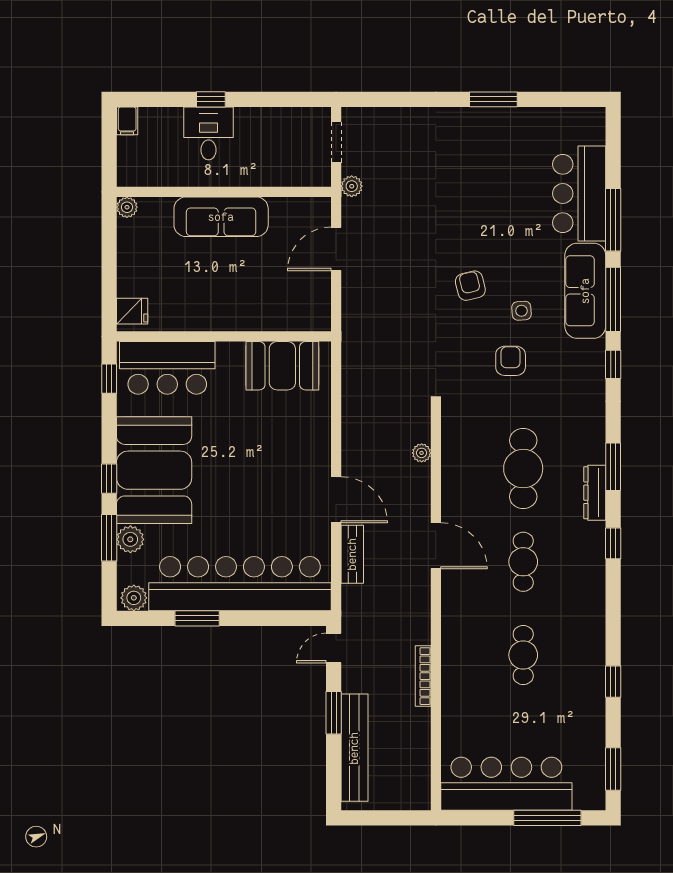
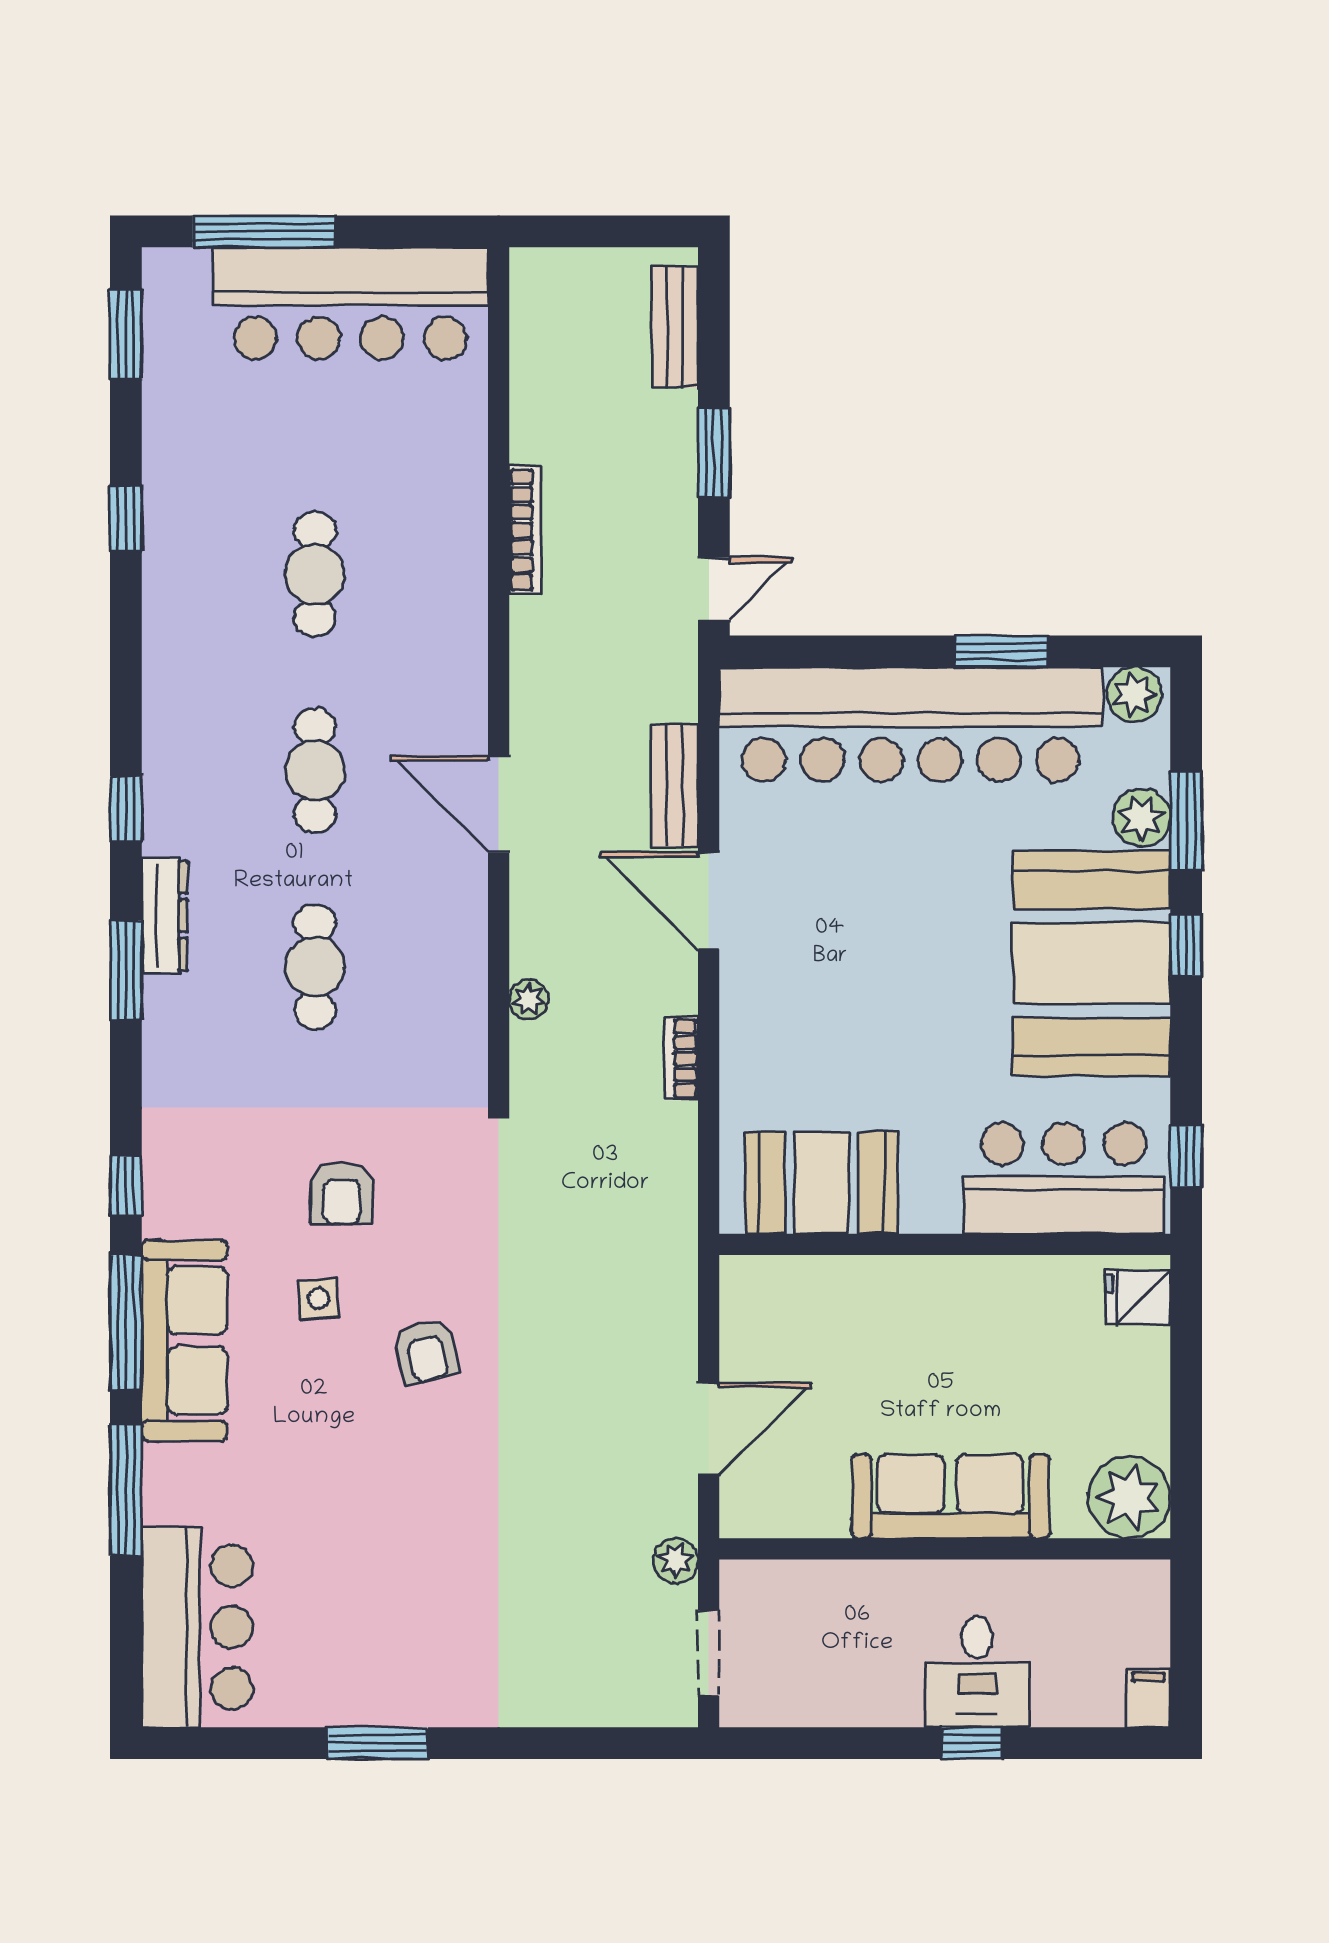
bar counter: (579, 193) -> (197, 1627), moved
plant: (127, 207) -> (1129, 1497), width x1.87, depth x1.87
bookcase: (349, 425) -> (681, 1058), added
cafe table: (523, 469) -> (315, 967), width x0.73, depth x0.74
bench: (354, 748) -> (675, 327), width x0.54, depth x0.82

